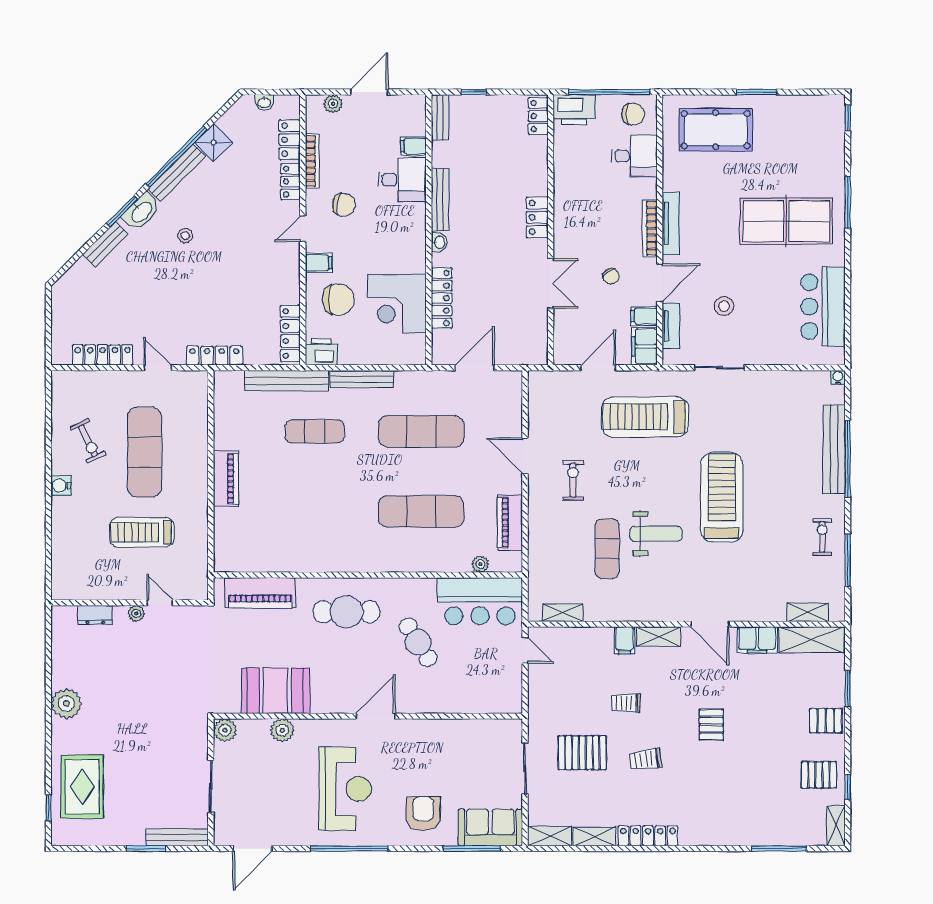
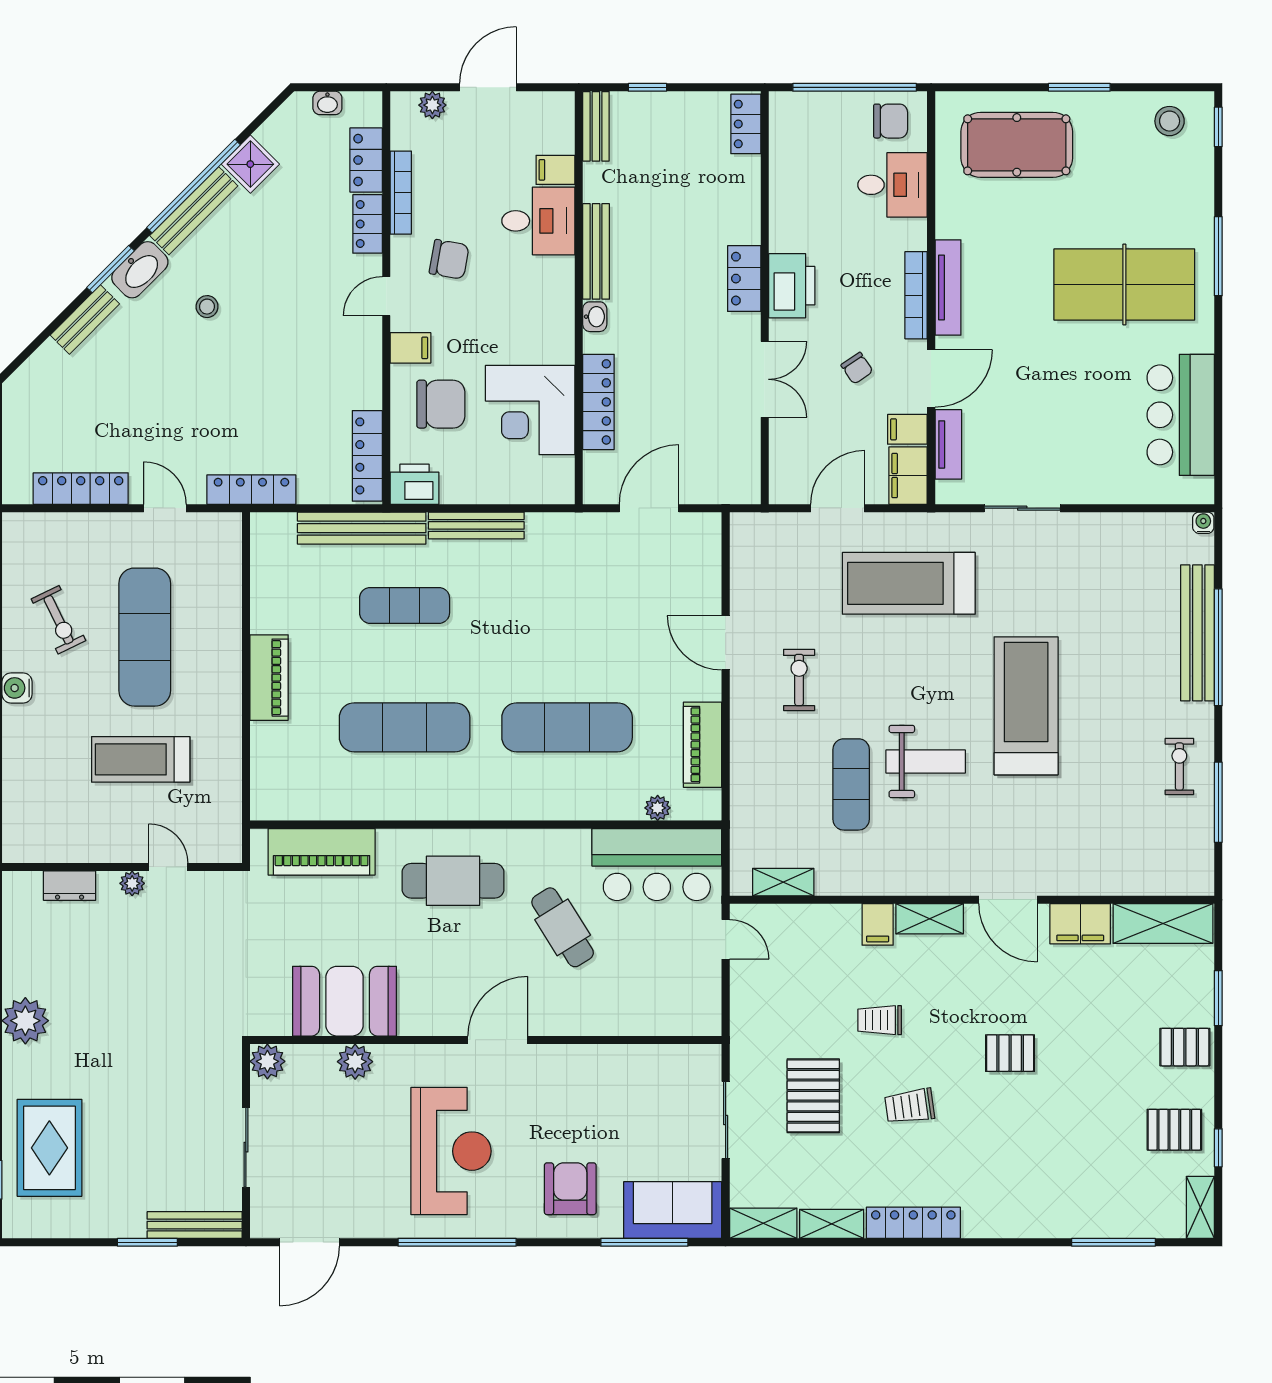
printer: (574, 110) -> (792, 286), moved, turned -90
stool: (724, 306) -> (1170, 121), moved
exercise mat: (421, 431) -> (405, 727), moved
shelving: (808, 612) -> (1158, 881), removed
pallet: (711, 725) -> (1010, 1053), turned 90
pallet: (582, 753) -> (813, 1096), turned 90

